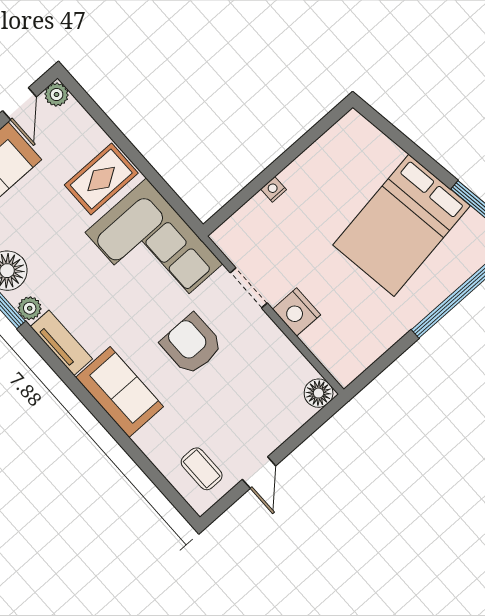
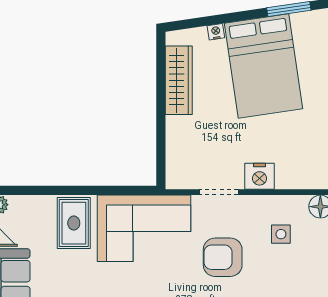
wardrobe: (319, 159) -> (179, 80), added
nightstand: (274, 189) -> (216, 32), moved, turned 82
side table: (261, 379) -> (281, 234), added

